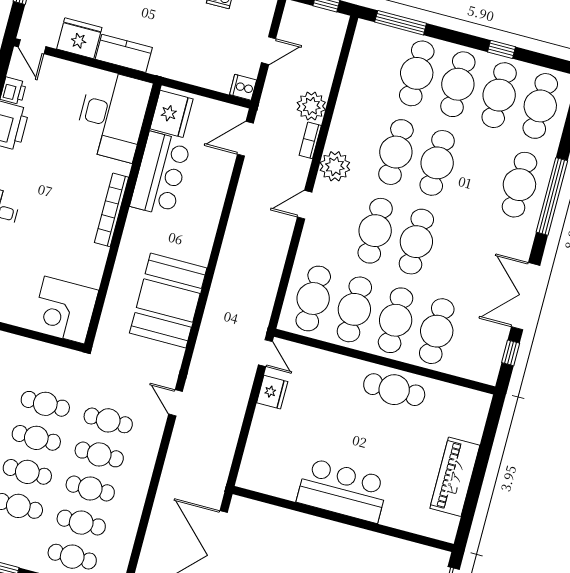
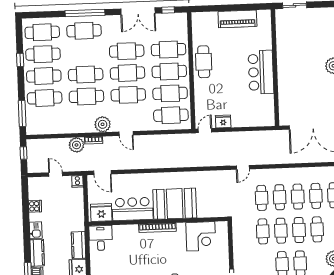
desk: (113, 115) -> (101, 238), width x0.53, depth x0.77
cafe table: (458, 252) -> (127, 51), added
booth: (168, 300) -> (175, 204), moved
corner desk: (65, 310) -> (201, 236), moved

